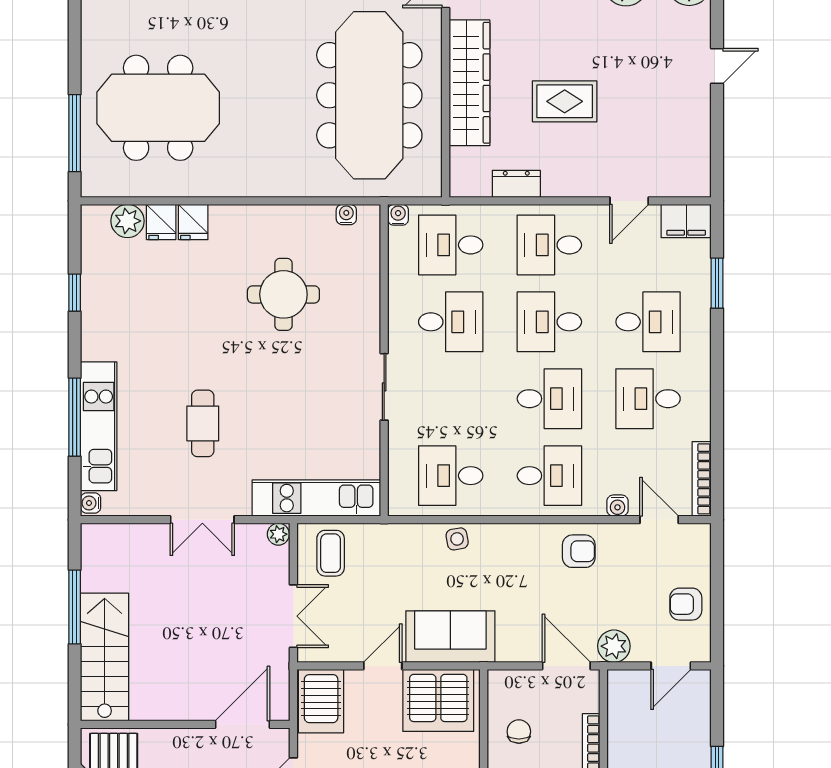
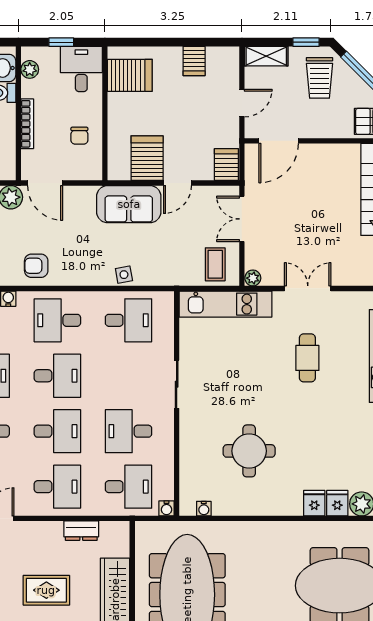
desk: (549, 399) -> (57, 376), turned 180
server rack: (438, 700) -> (147, 158), width x0.62
server rack: (321, 701) -> (226, 165), width x0.73, depth x0.70

